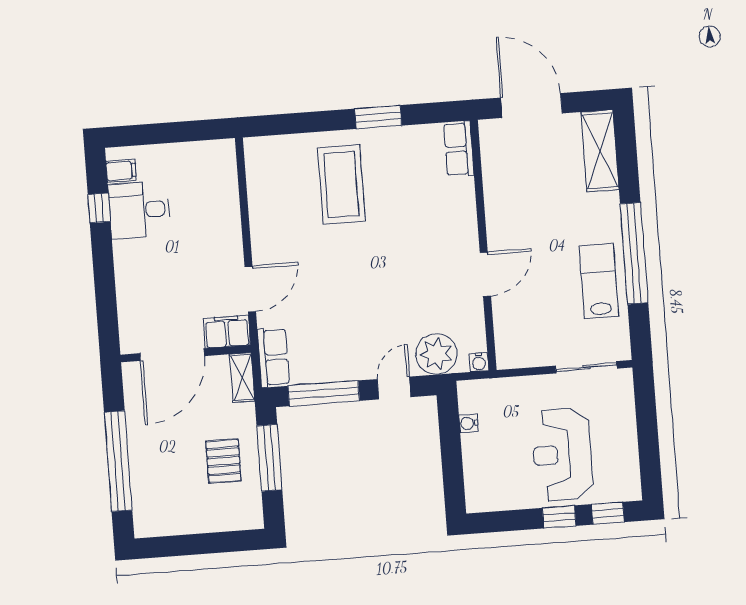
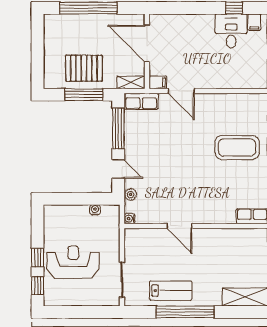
filing cabinet: (227, 332) -> (158, 82), width x0.50
plant: (436, 354) -> (130, 195), width x0.53, depth x0.53
pallet: (223, 461) -> (84, 68), width x1.50, depth x1.42

